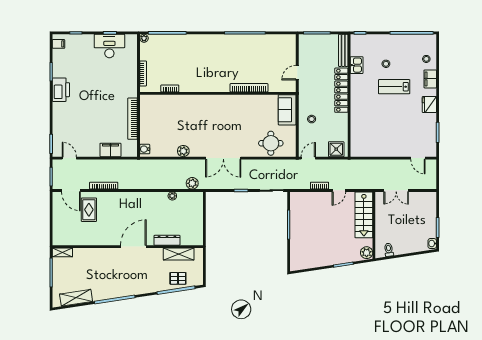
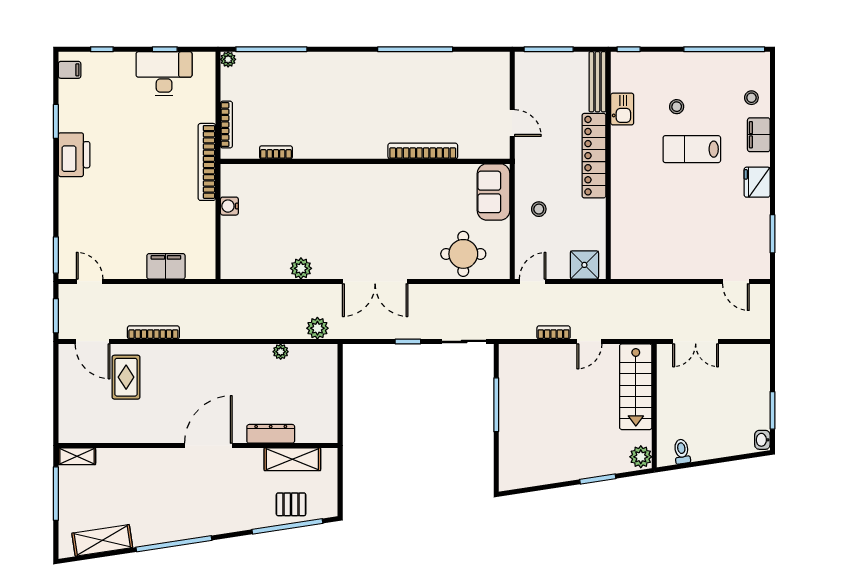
door: (297, 73) -> (512, 123), swing flipped
bookcase: (133, 119) -> (207, 162), moved
water cooler: (145, 149) -> (229, 206), moved

